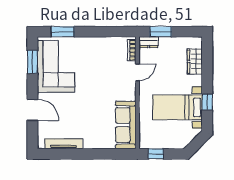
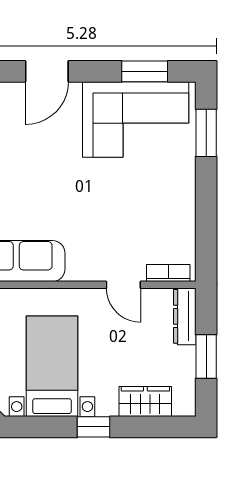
window: (161, 32) -> (206, 356), moved
dresser: (149, 42) -> (185, 316), width x1.44
window: (207, 102) -> (94, 427), moved

